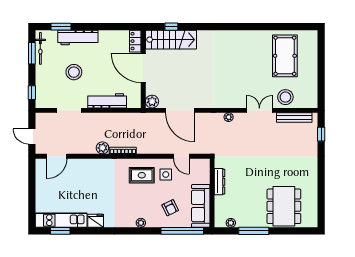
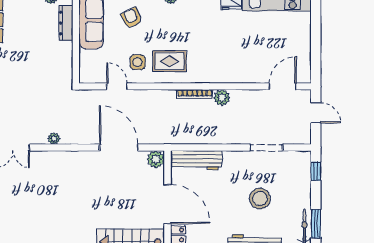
workbench: (107, 101) -> (196, 160), moved
dresser: (220, 182) -> (66, 23), moved

